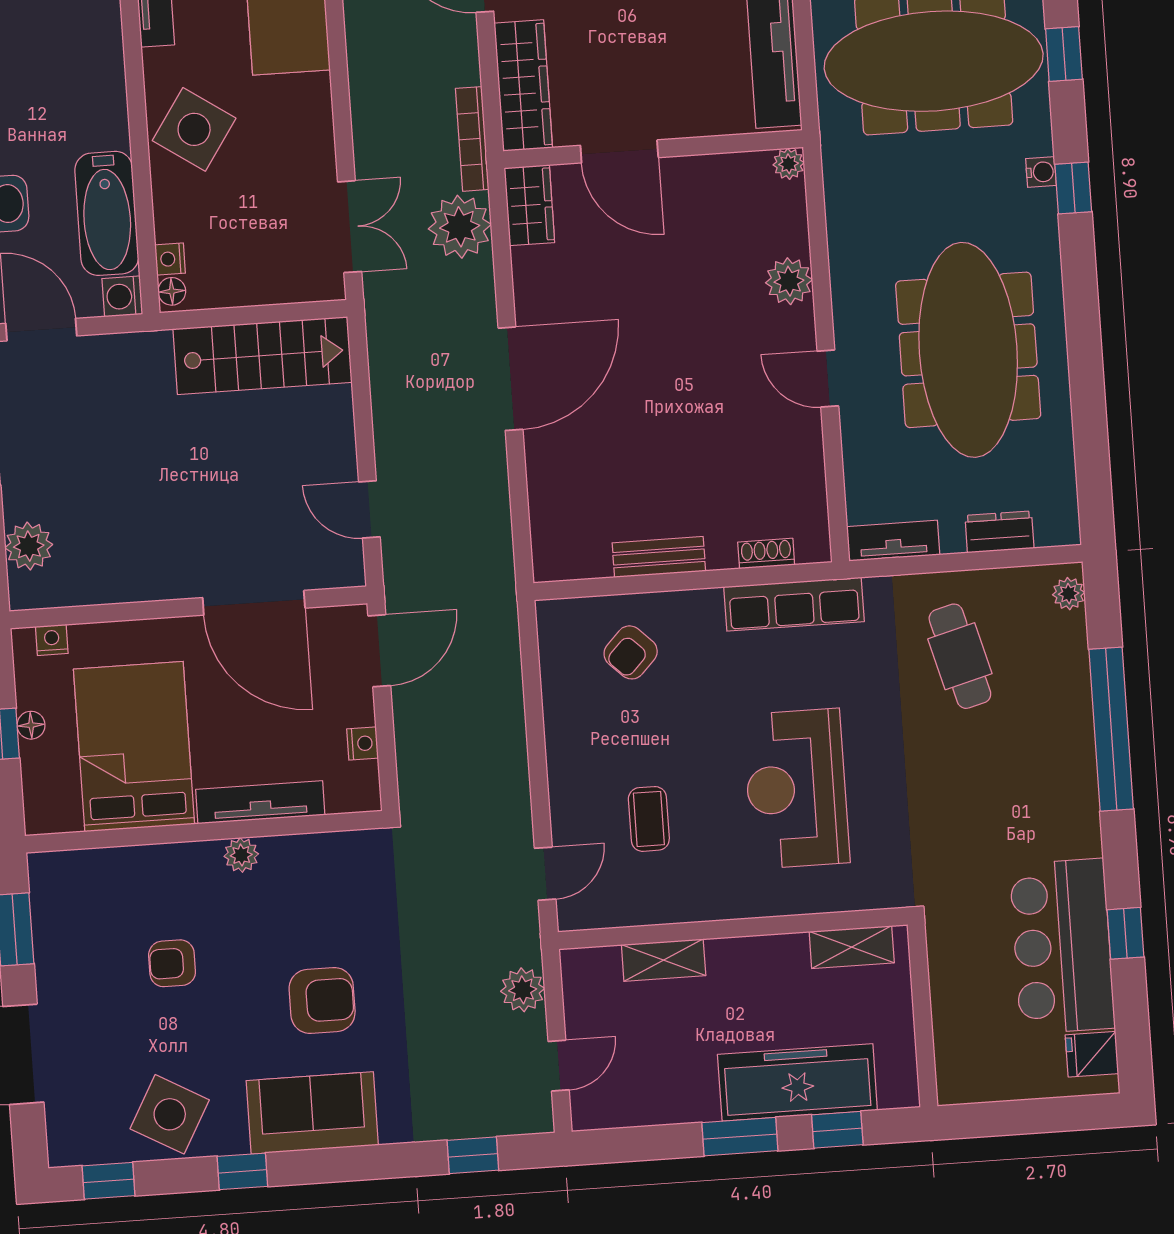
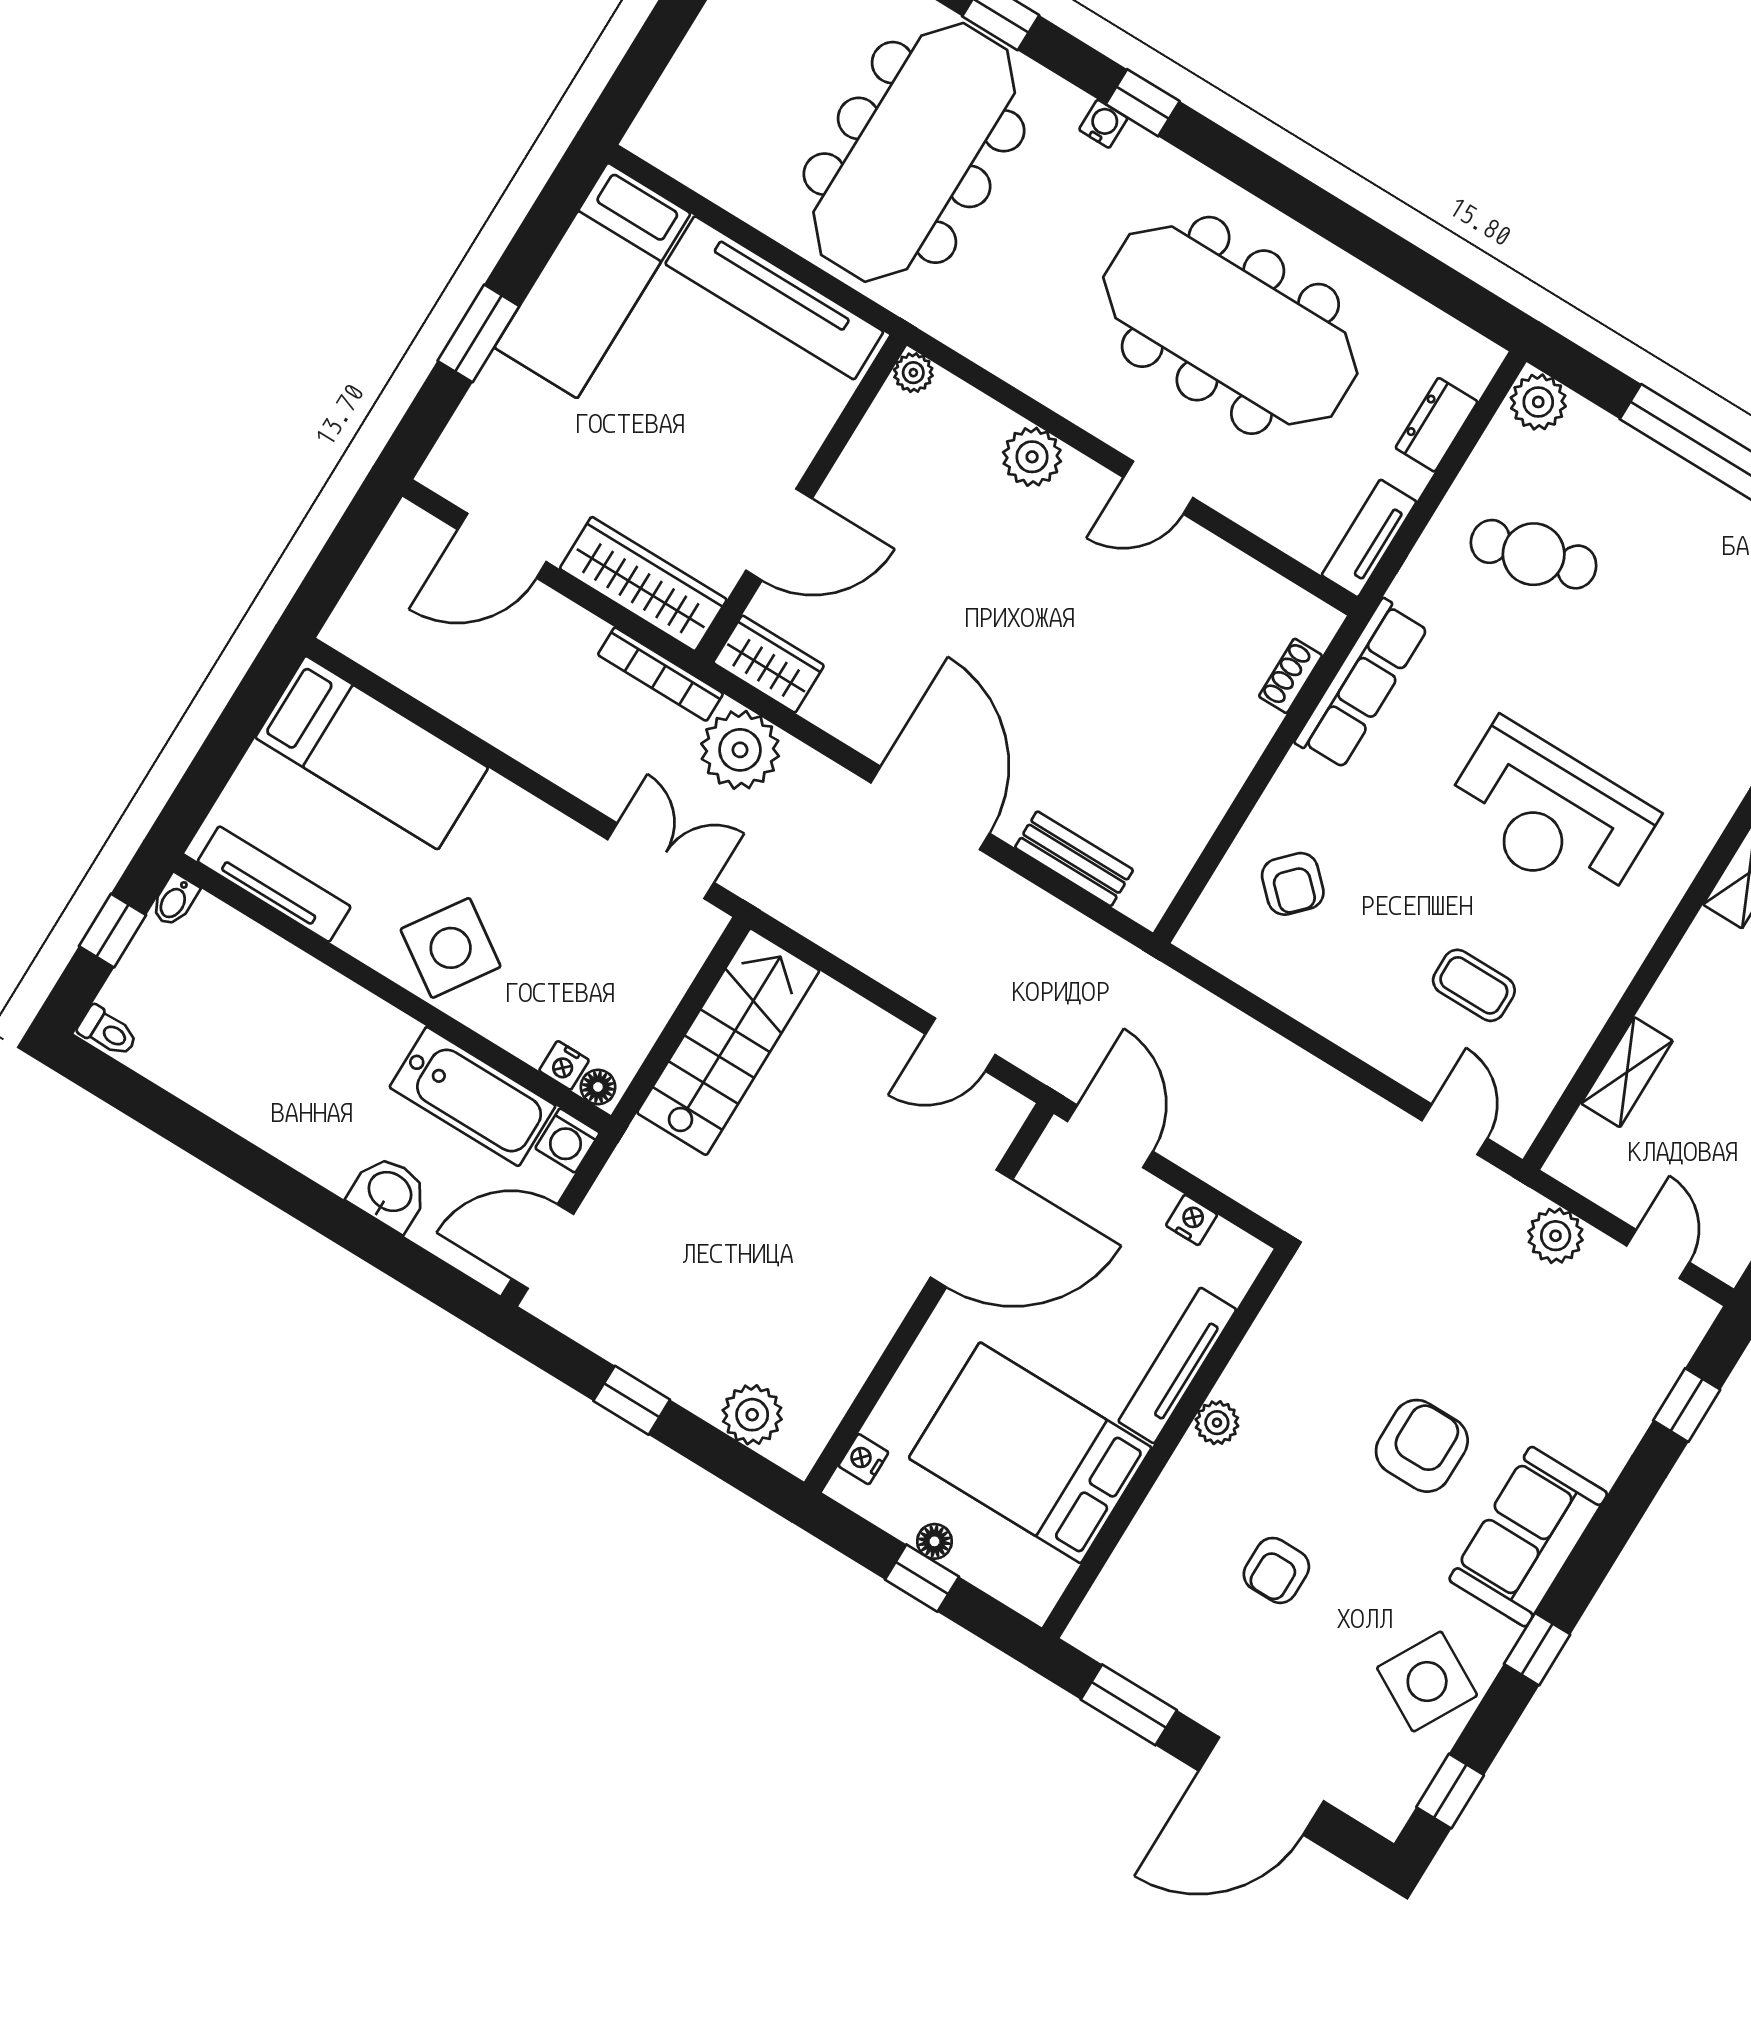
bench: (659, 557) -> (1074, 859), moved, turned 90
plant: (1069, 594) -> (1538, 402), width x1.38, depth x1.38

